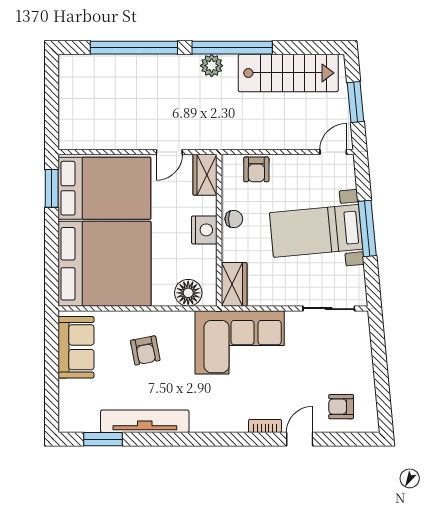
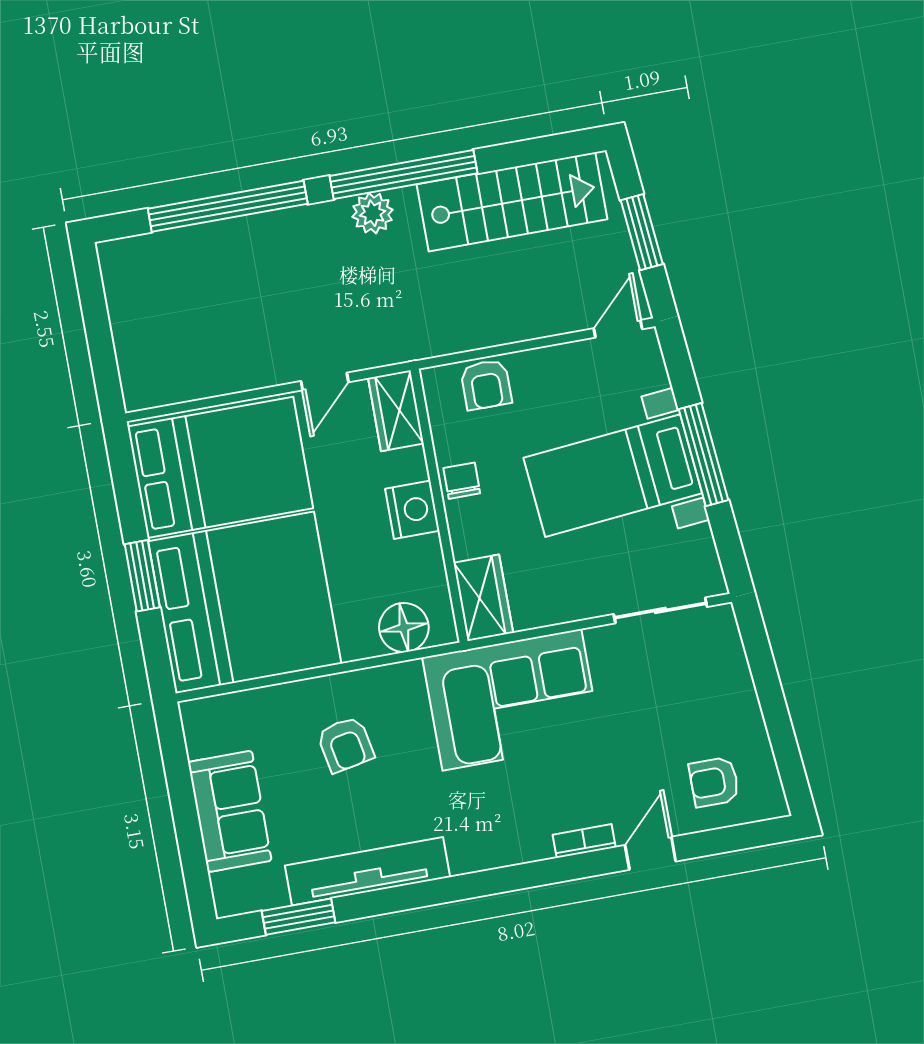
window: (52, 188) -> (142, 576), moved
chair: (234, 219) -> (462, 481), turned -90
sofa: (76, 347) -> (230, 811), moved

